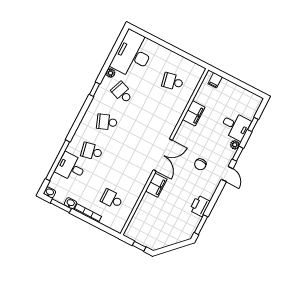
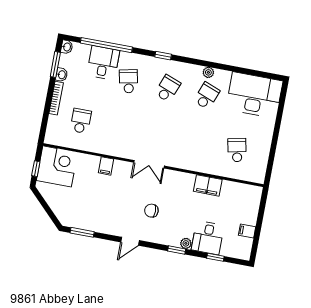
plant: (110, 73) -> (208, 72), moved
filing cabinet: (215, 80) -> (247, 231), moved
window: (94, 89) -> (163, 56), moved
school desk: (107, 122) -> (168, 88), turned 42
double door: (163, 155) -> (149, 164), width x0.73
door: (227, 174) -> (130, 241), moved
filing cabinet: (156, 185) -> (106, 166), width x0.50
printer: (200, 206) -> (103, 224), removed
corner desk: (142, 229) -> (57, 166), added

